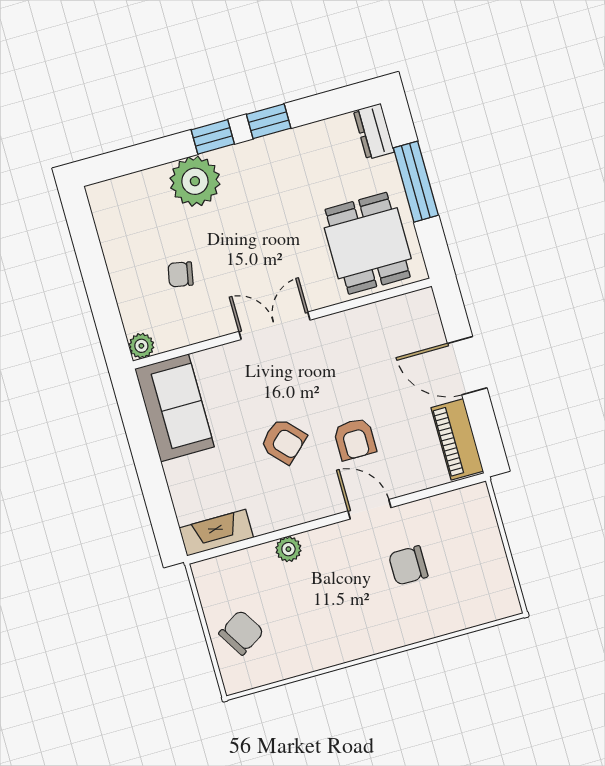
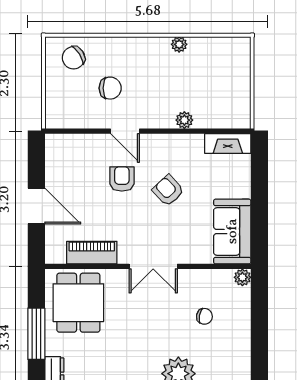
piano: (457, 439) -> (92, 253), moved, turned -90
chair: (241, 633) -> (74, 58), moved
plant: (326, 656) -> (179, 44), added

